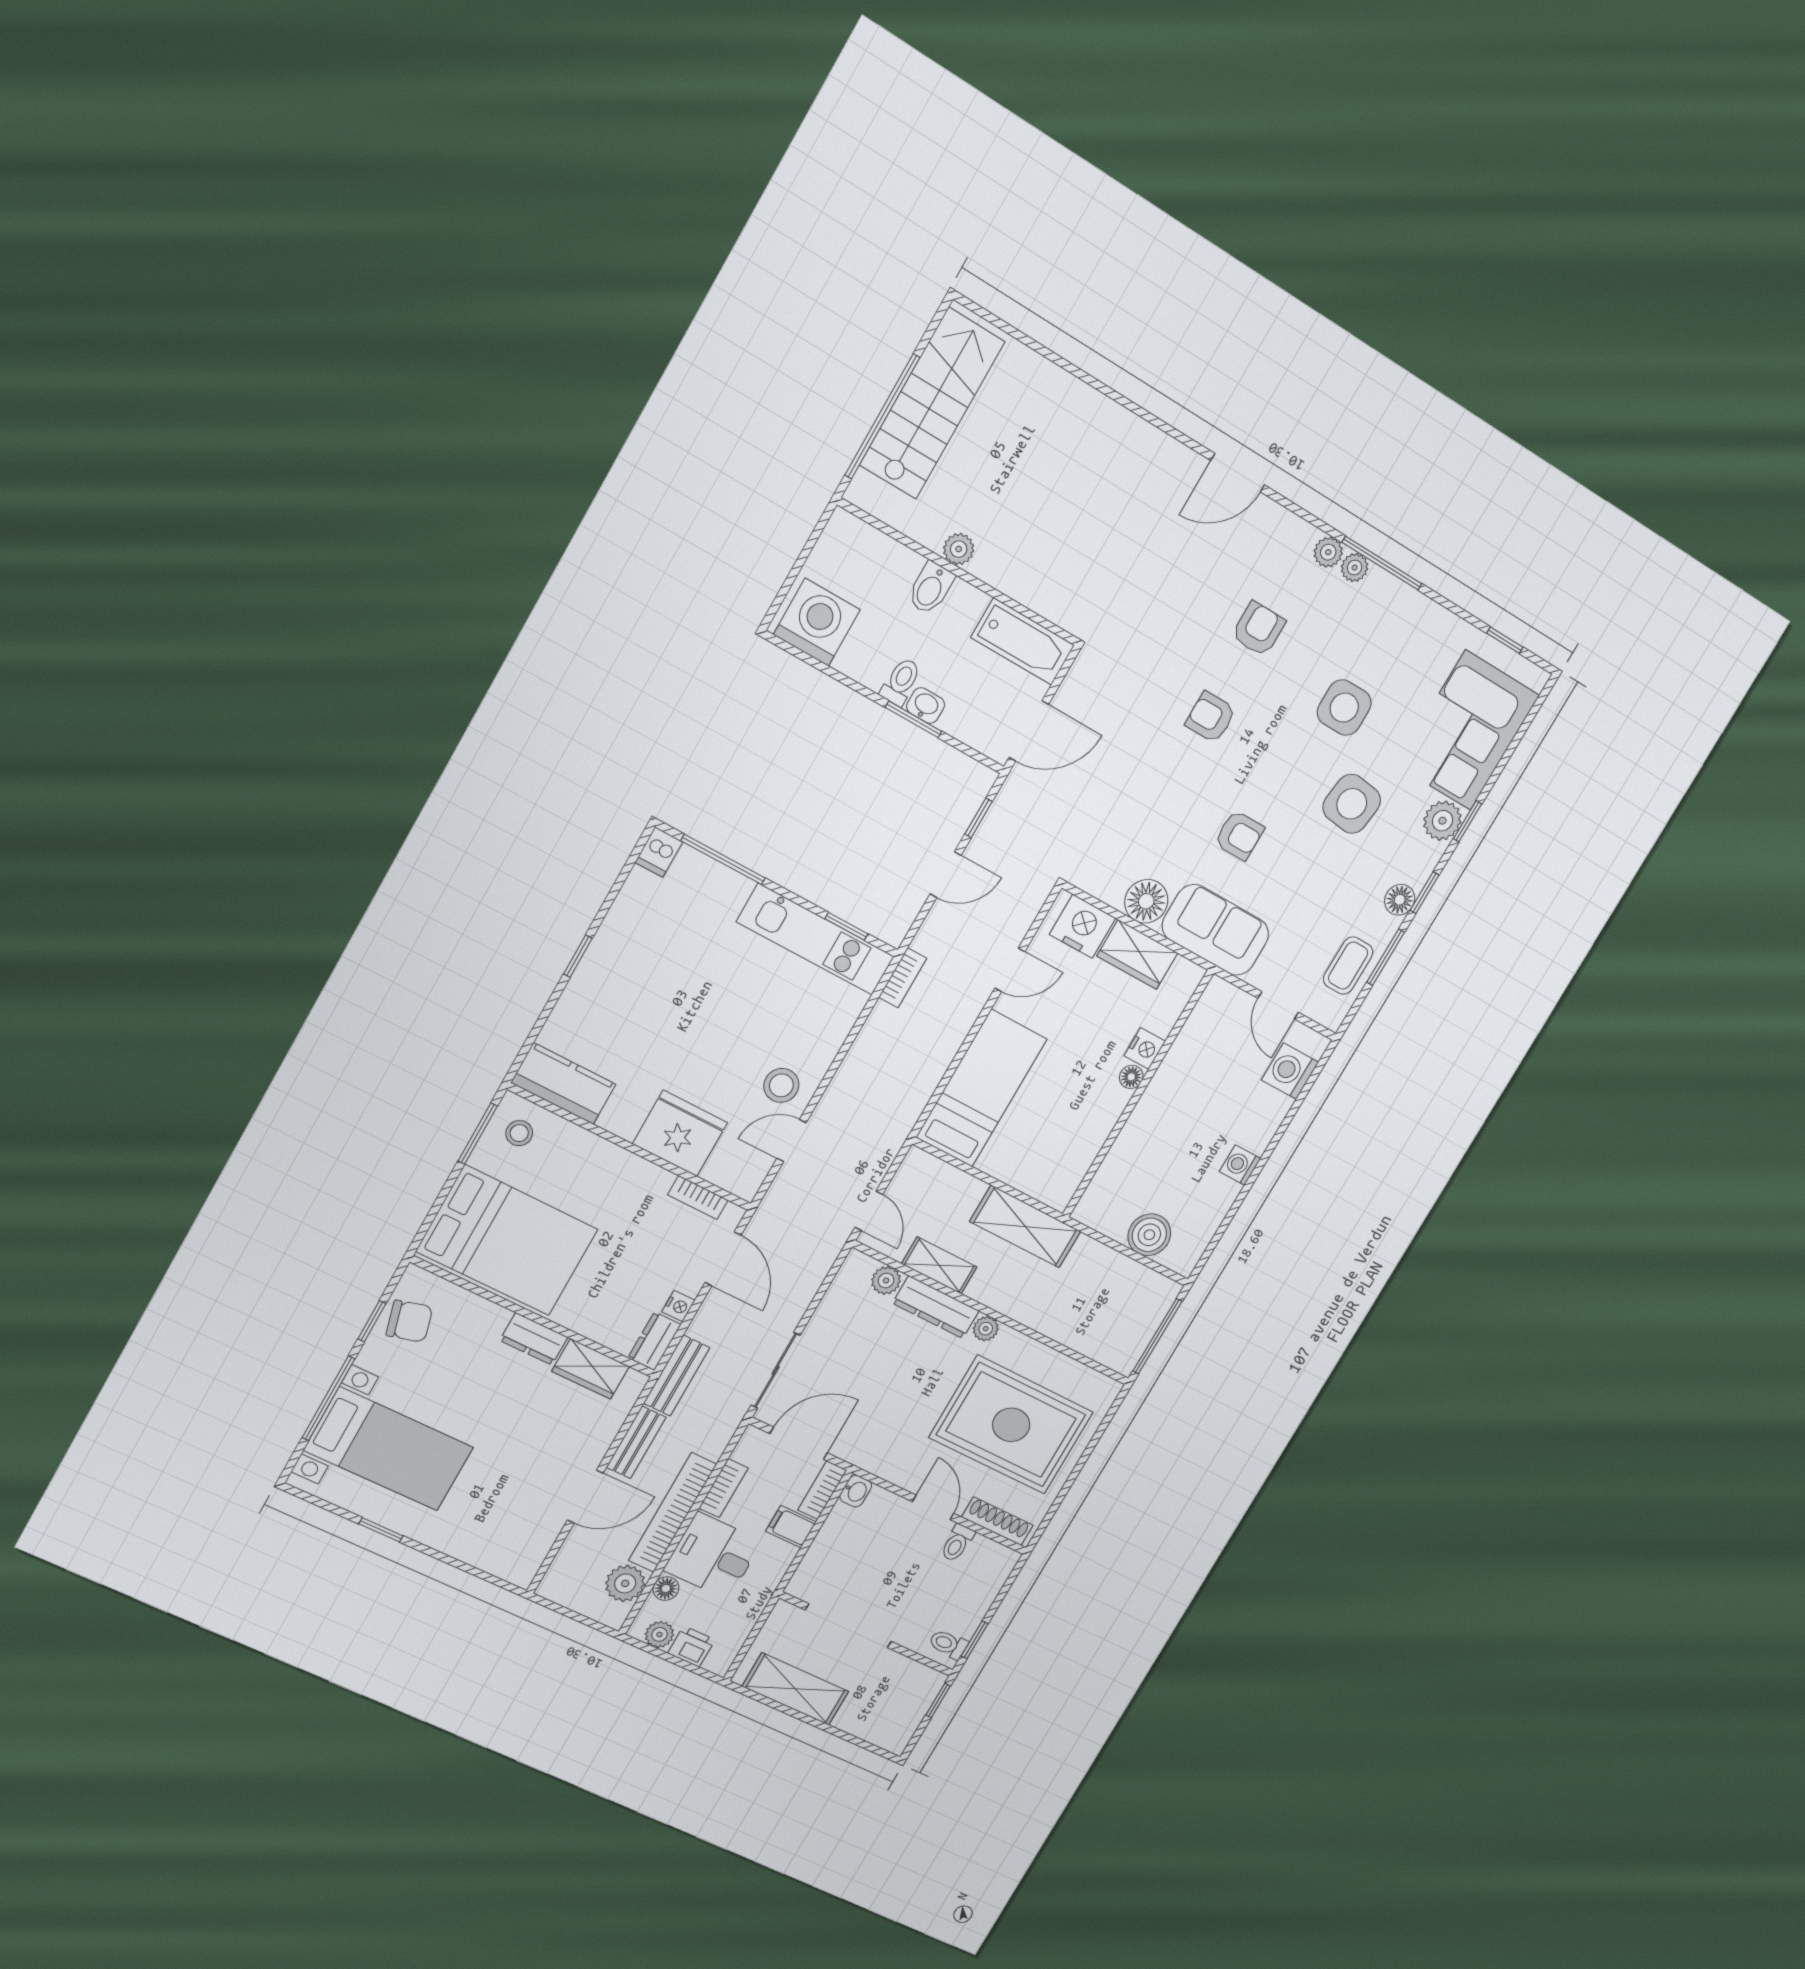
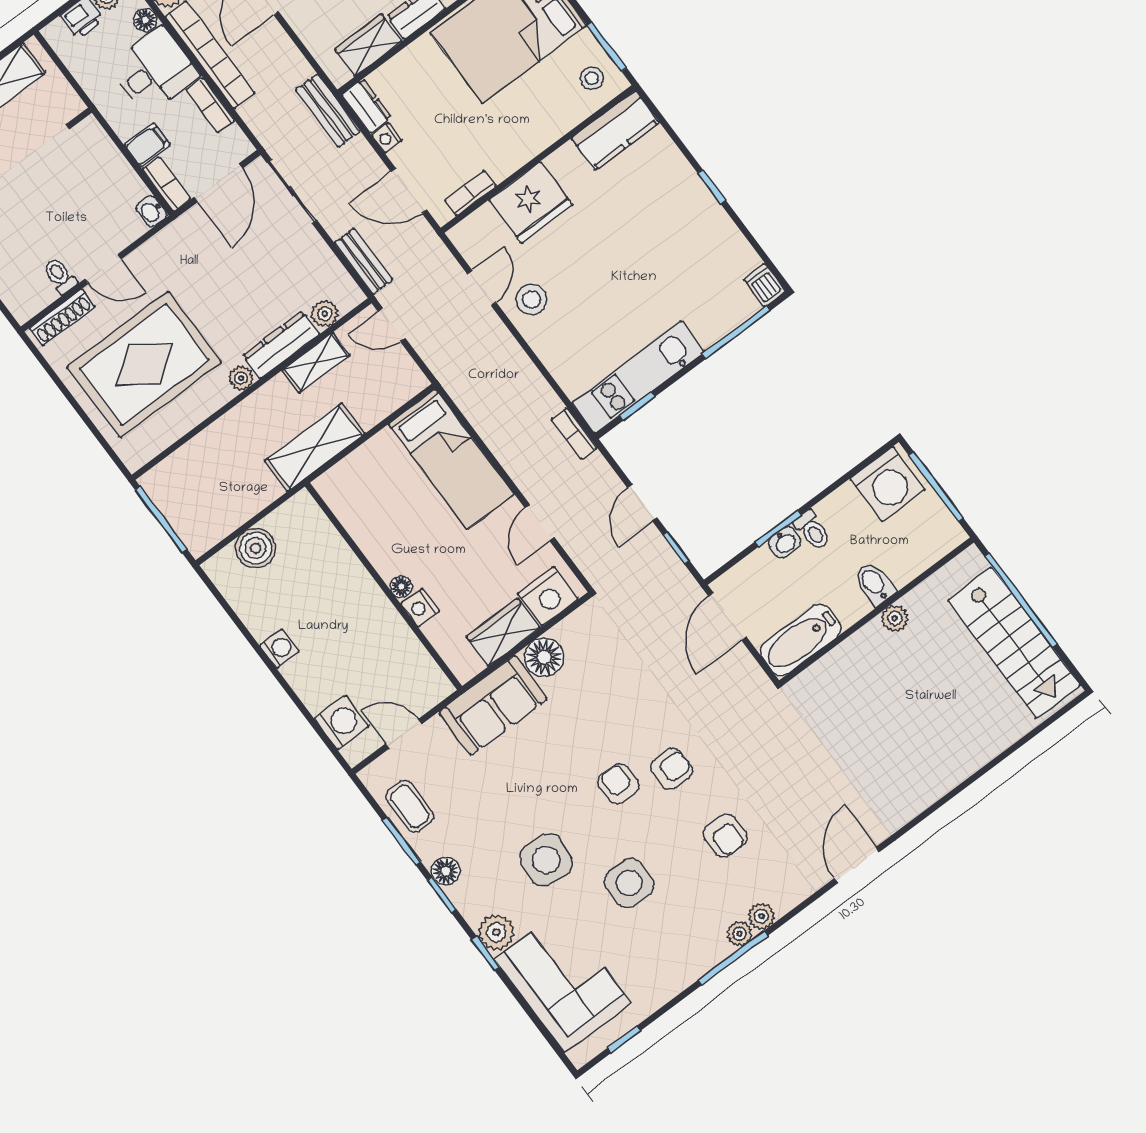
window: (797, 567) -> (936, 487), added
armchair: (1239, 835) -> (618, 784), moved, turned 90
bench: (636, 1442) -> (363, 261), moved

